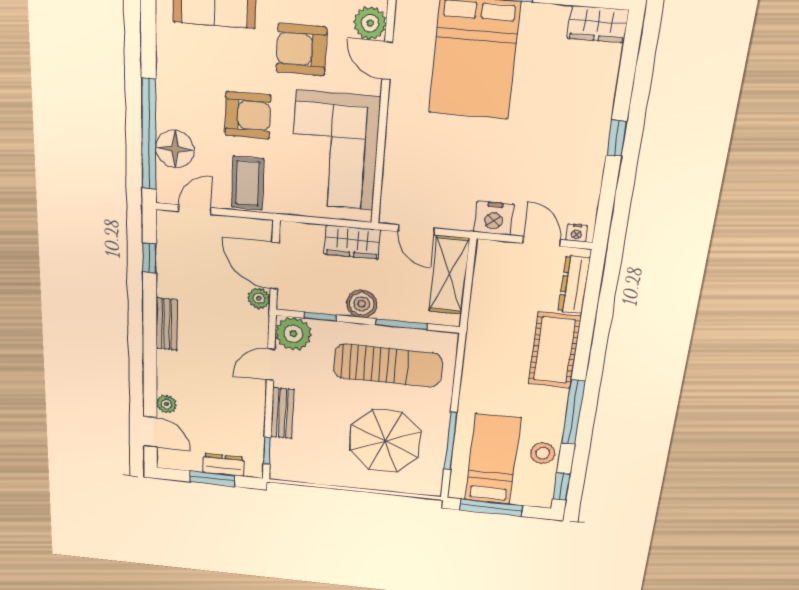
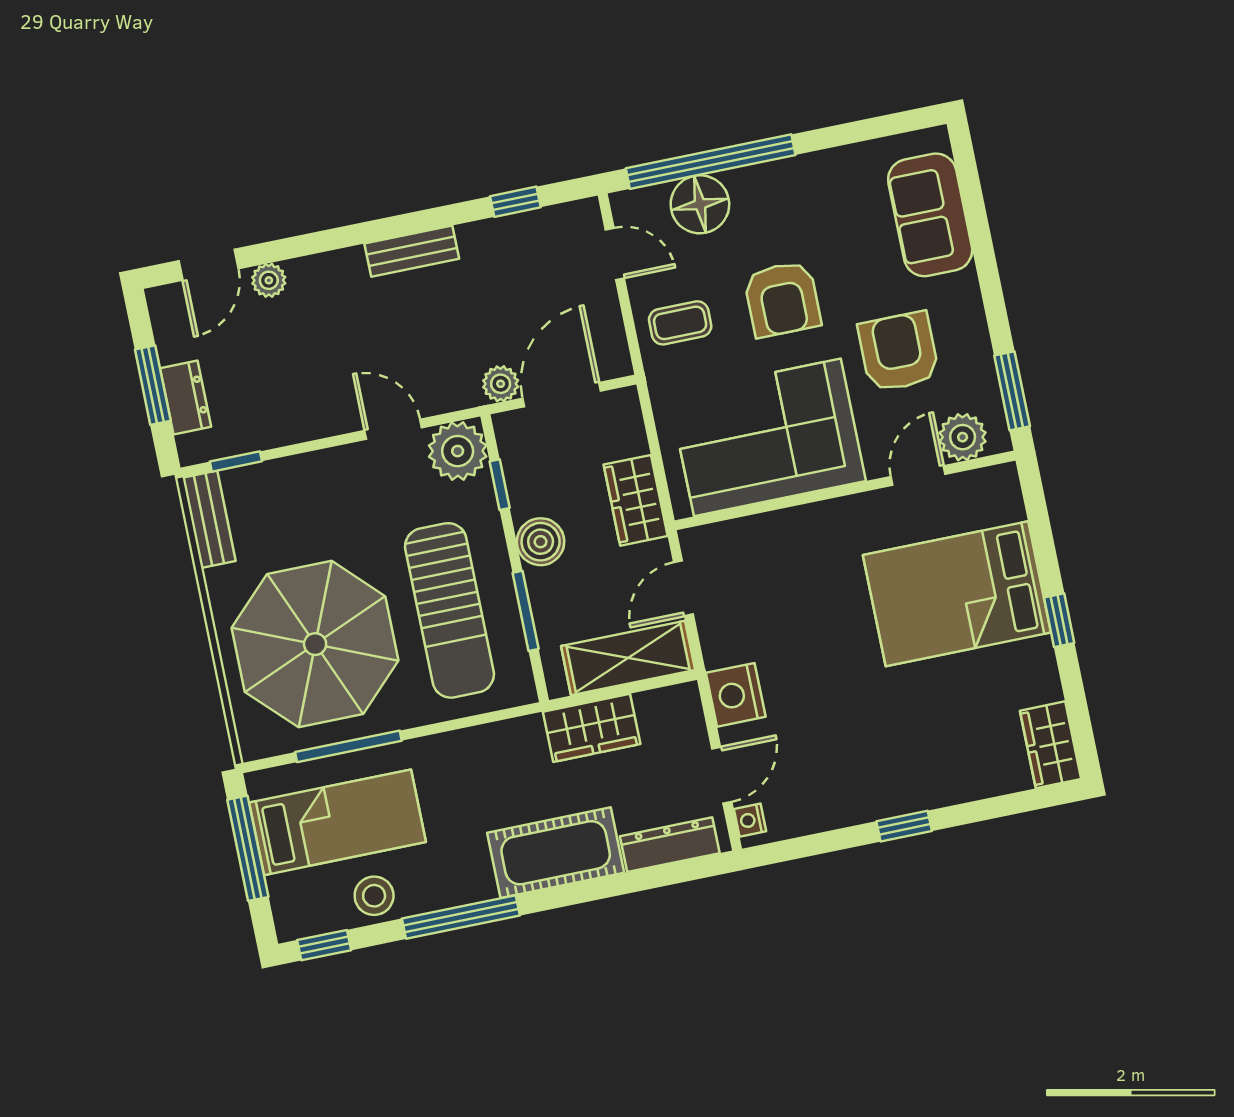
coffee table: (248, 183) -> (680, 323), width x0.73, depth x0.77
wardrobe: (485, 308) -> (592, 728), added
bench: (282, 413) -> (209, 519), moved, turned 90
parasol: (385, 441) -> (315, 644), width x1.36, depth x1.36

